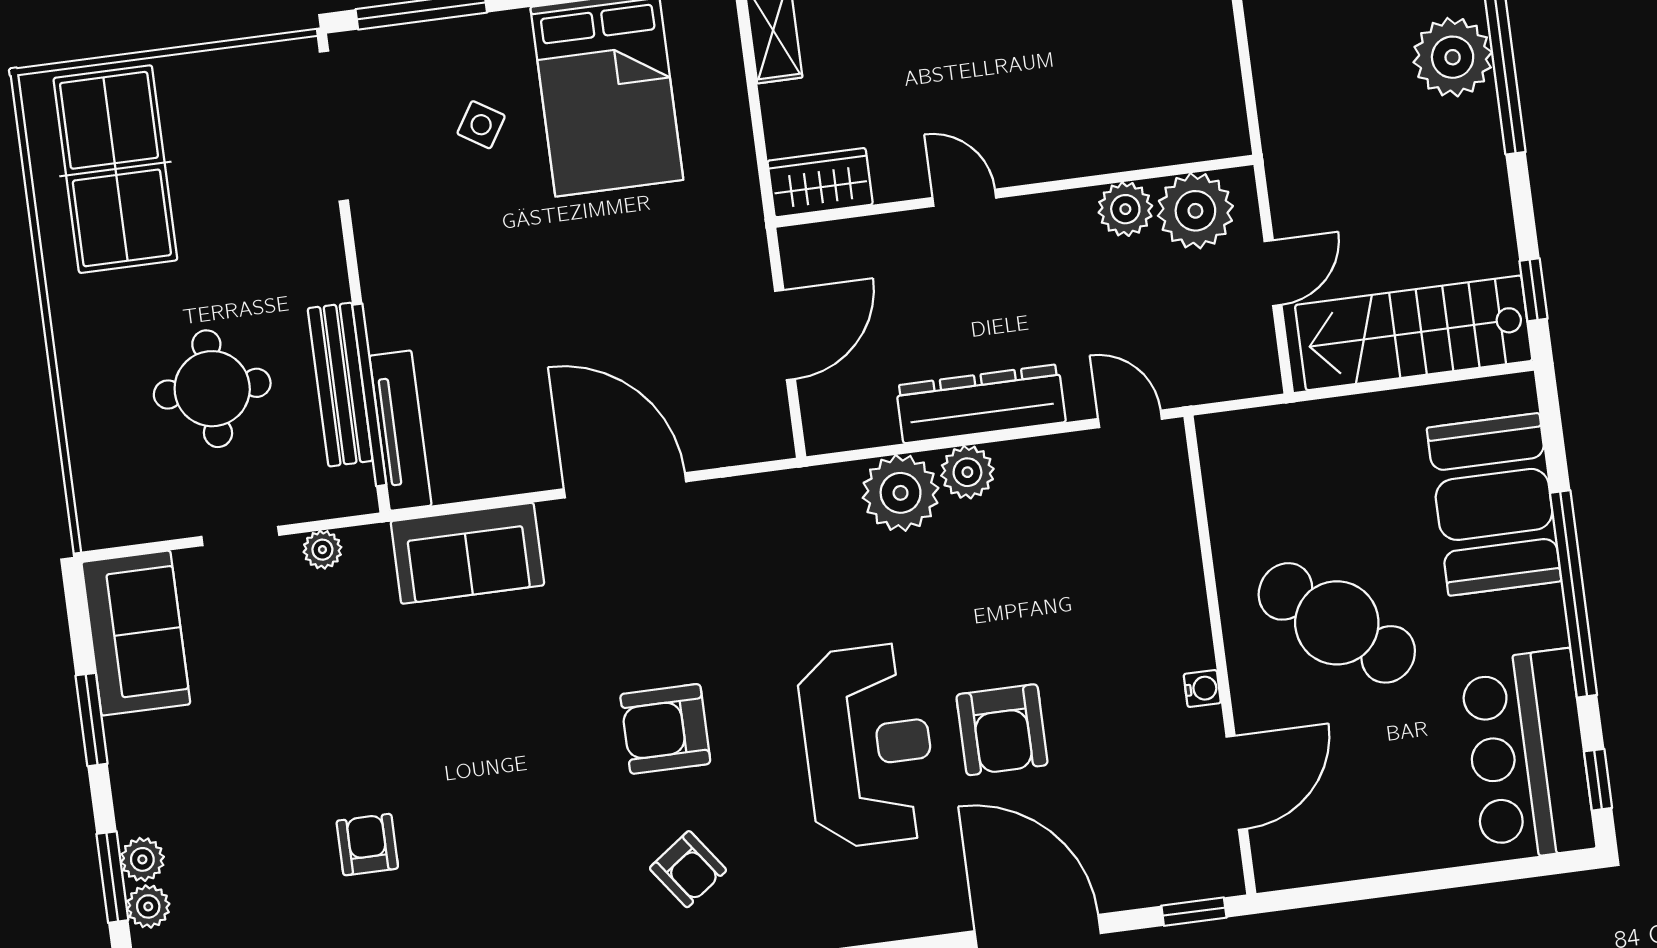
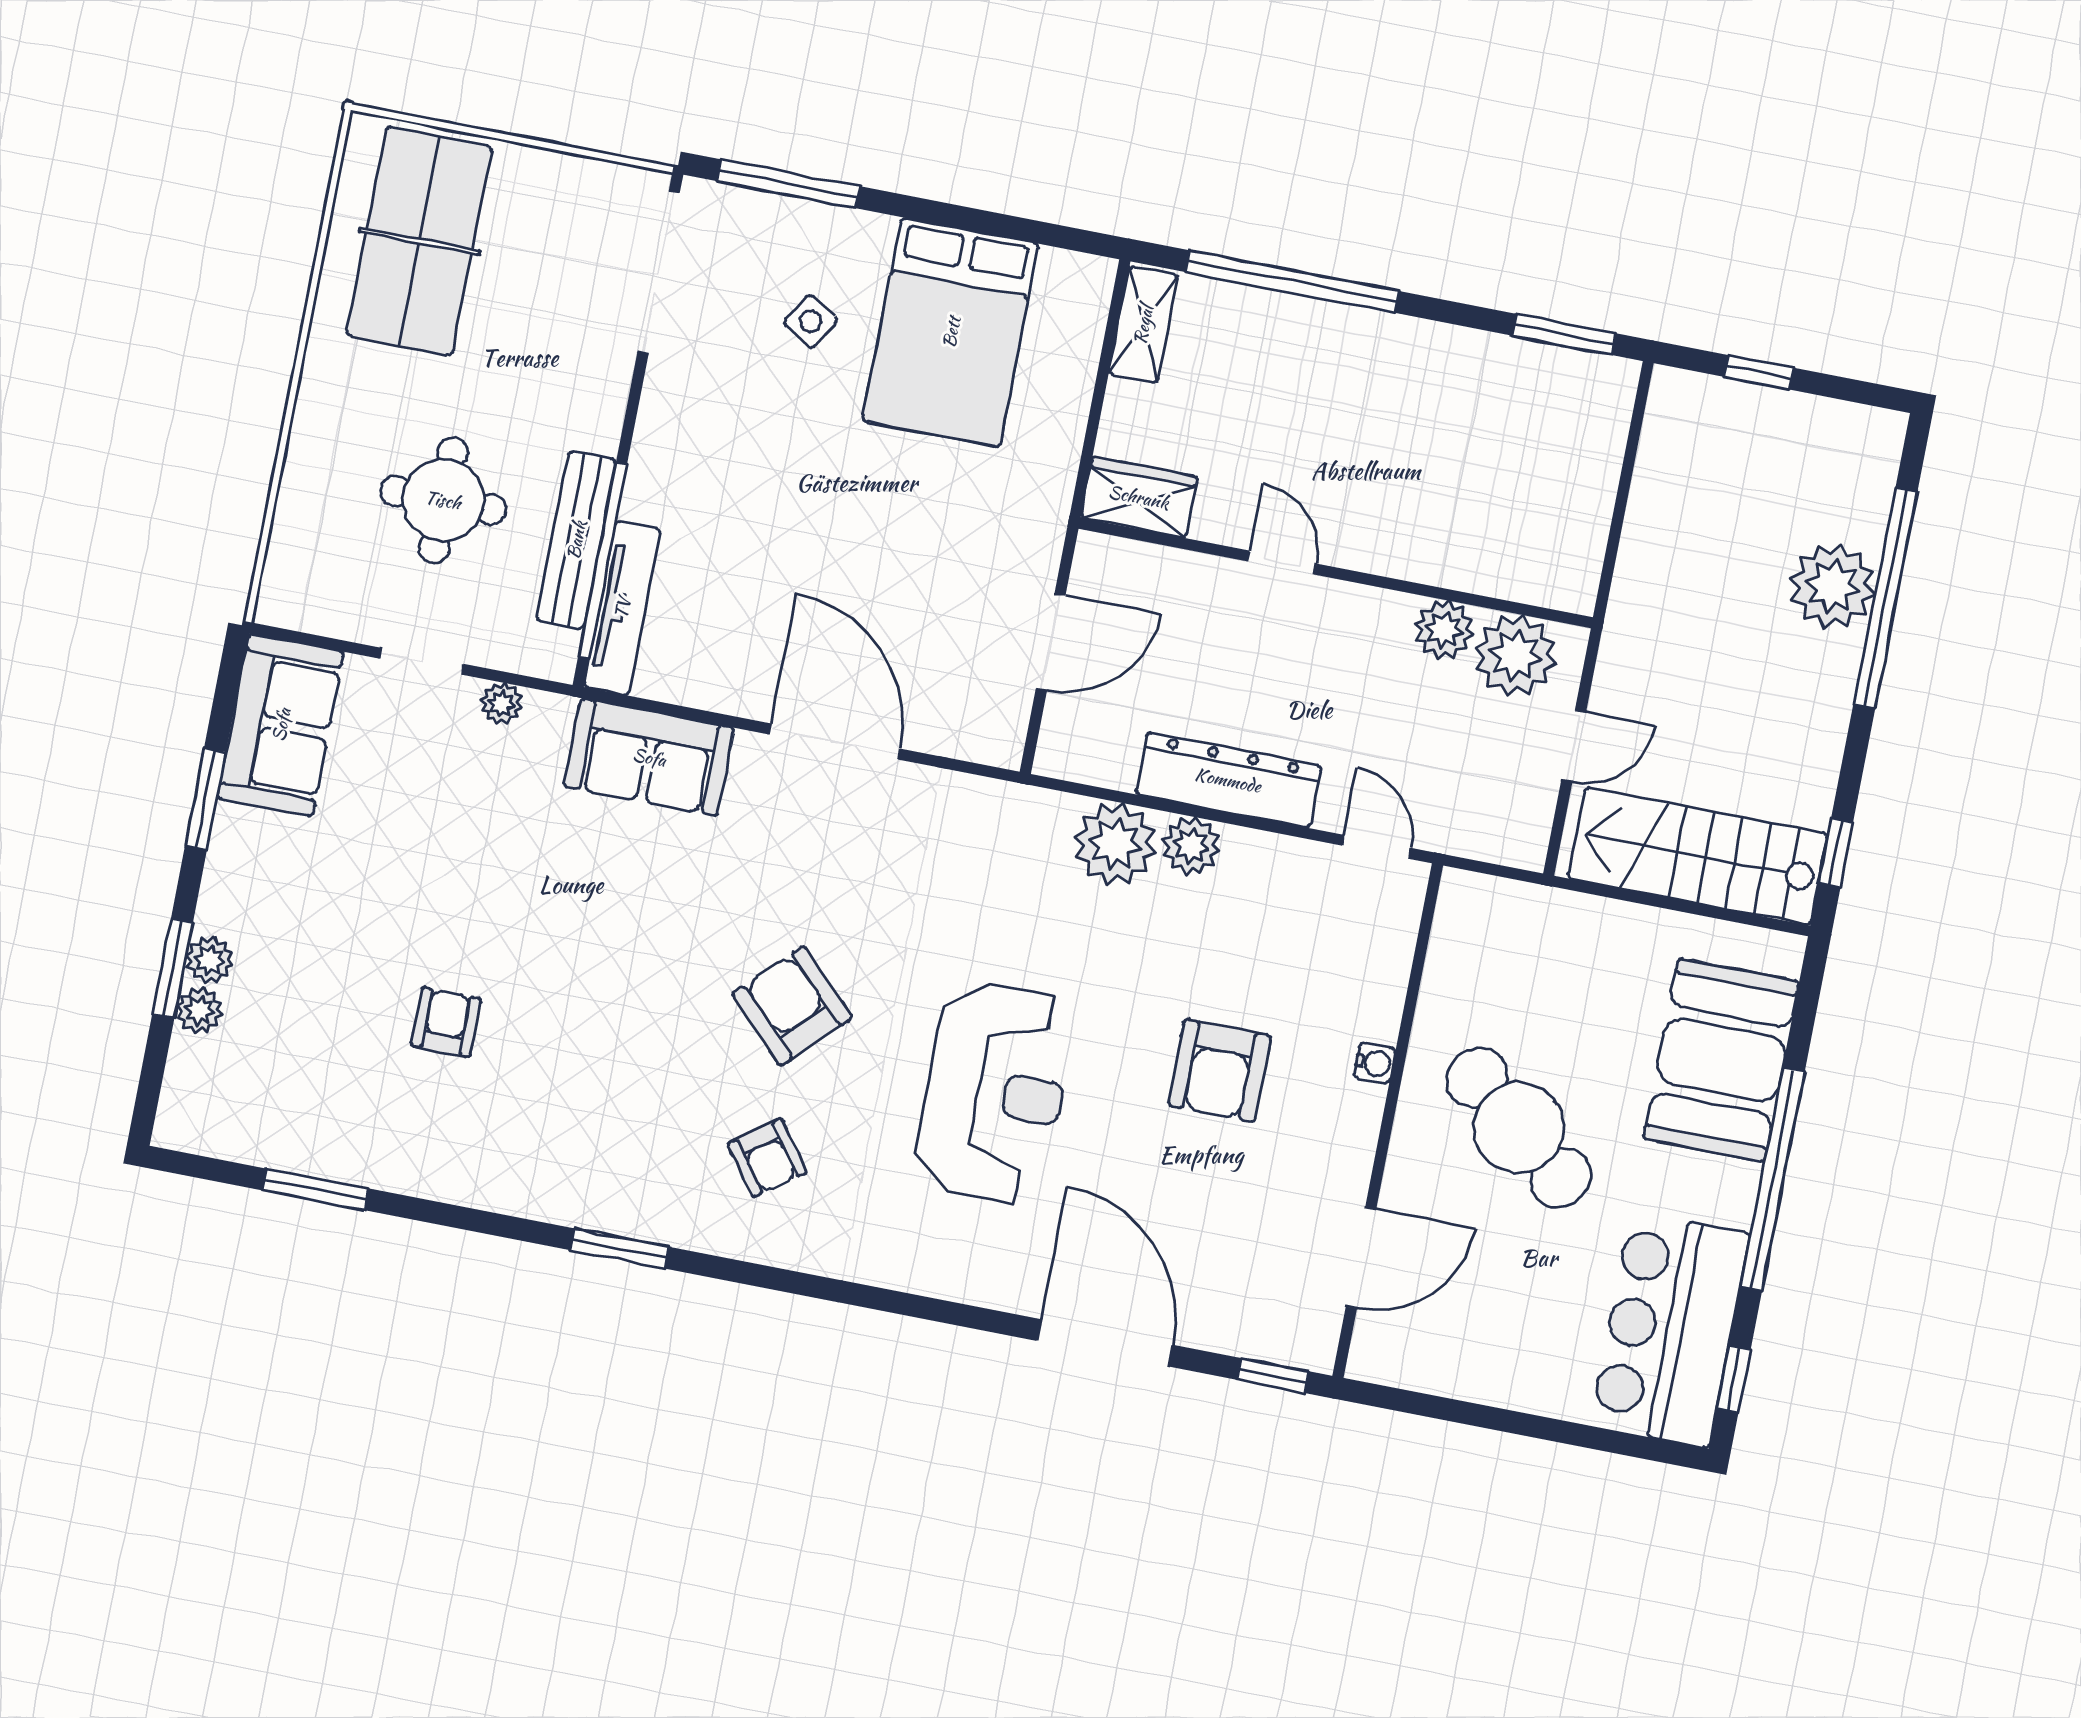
water cooler: (1202, 688) -> (1375, 1063), moved
armchair: (665, 729) -> (792, 1006), turned 45
armchair: (1002, 730) -> (1219, 1070), moved

